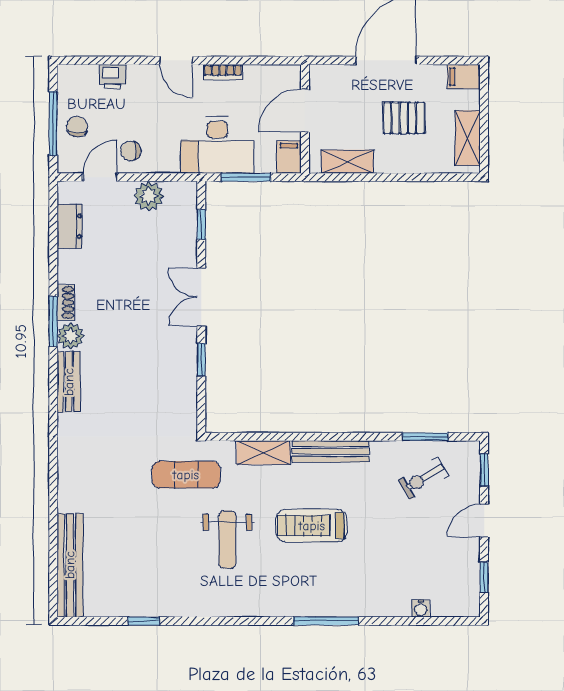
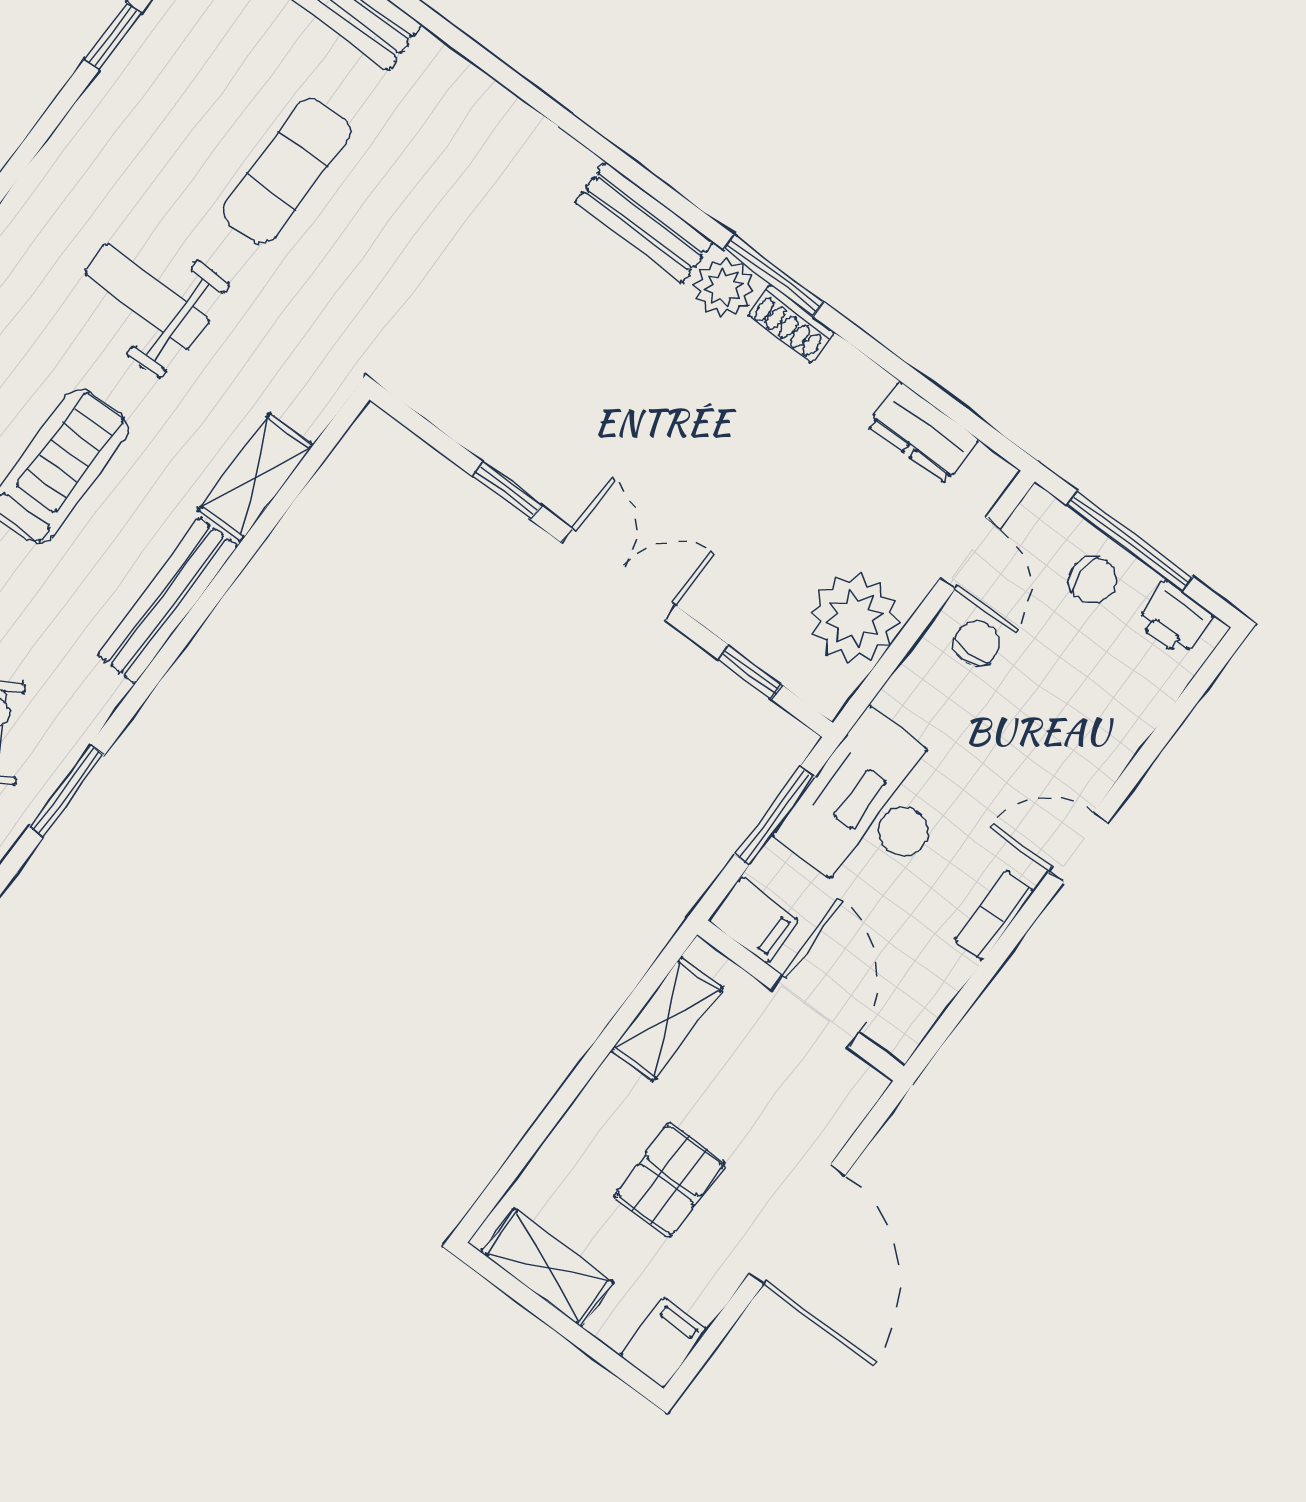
printer: (113, 77) -> (1174, 619), moved, turned -90
plant: (149, 196) -> (854, 618), width x1.36, depth x1.36
exercise mat: (186, 475) -> (287, 171), moved

